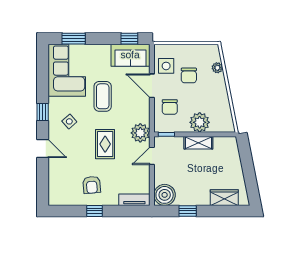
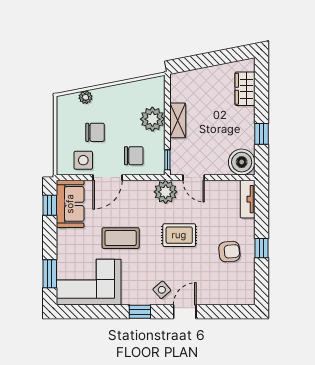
side table: (69, 121) -> (162, 290), moved

